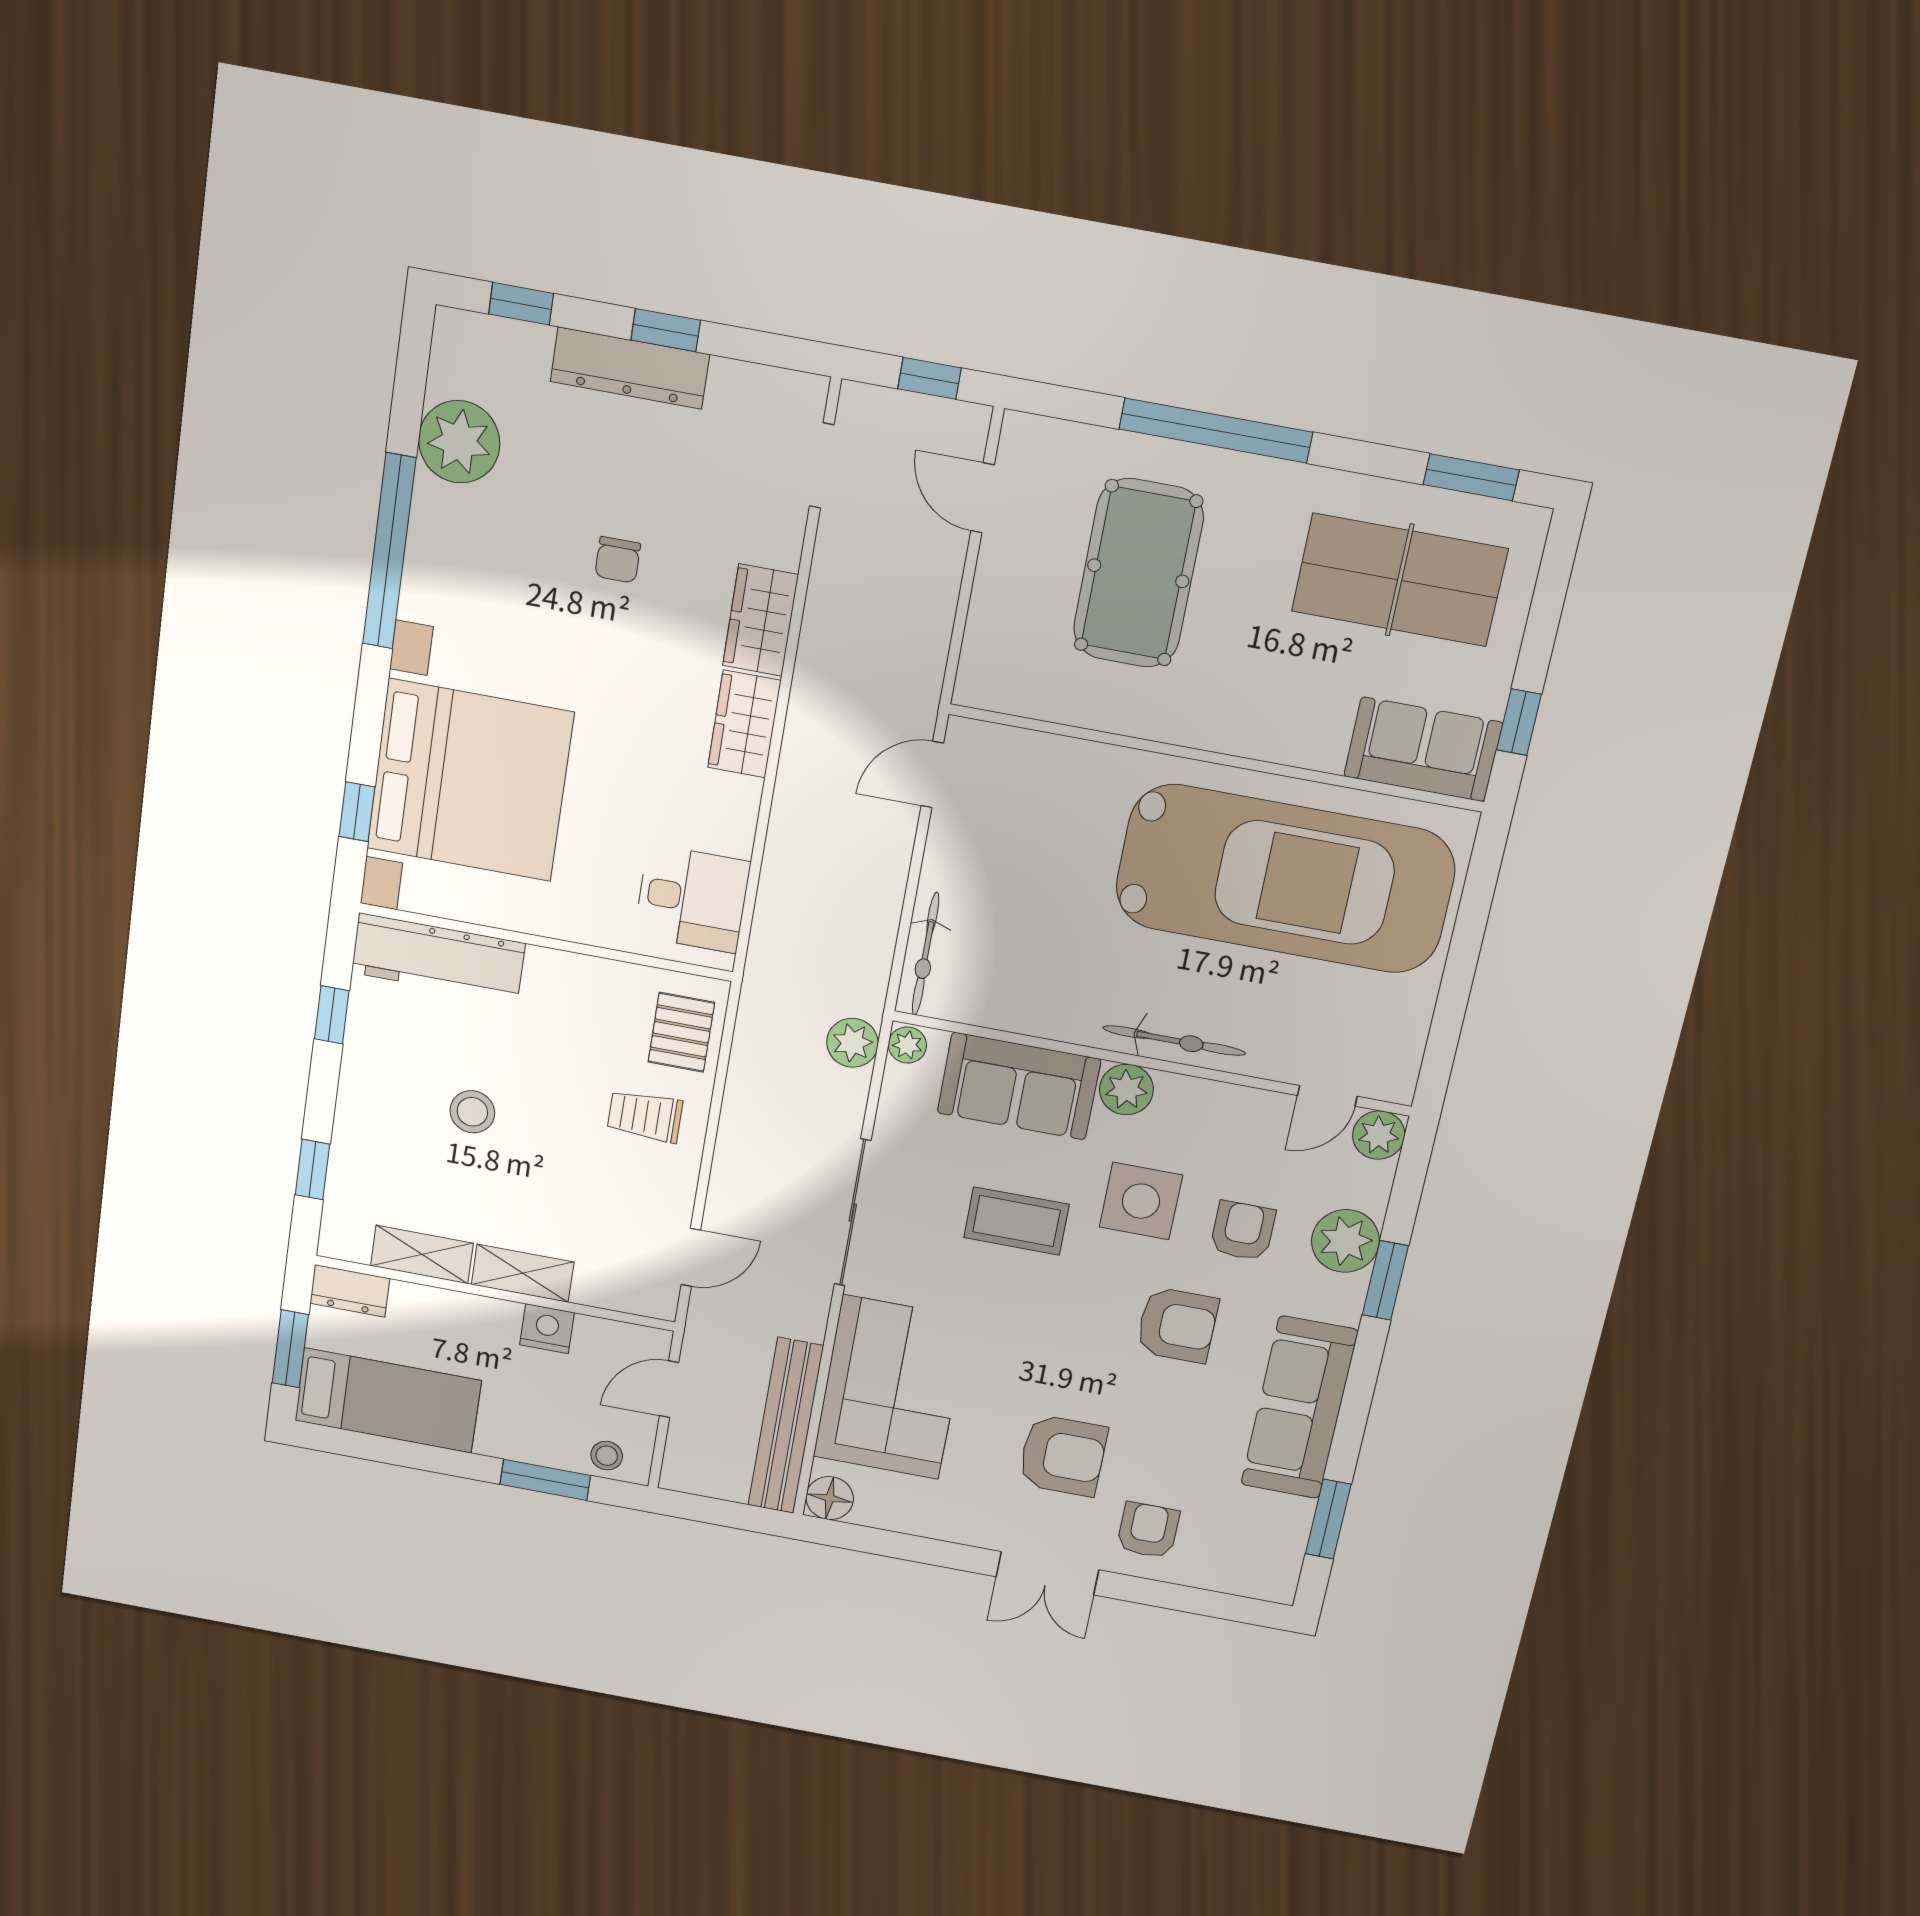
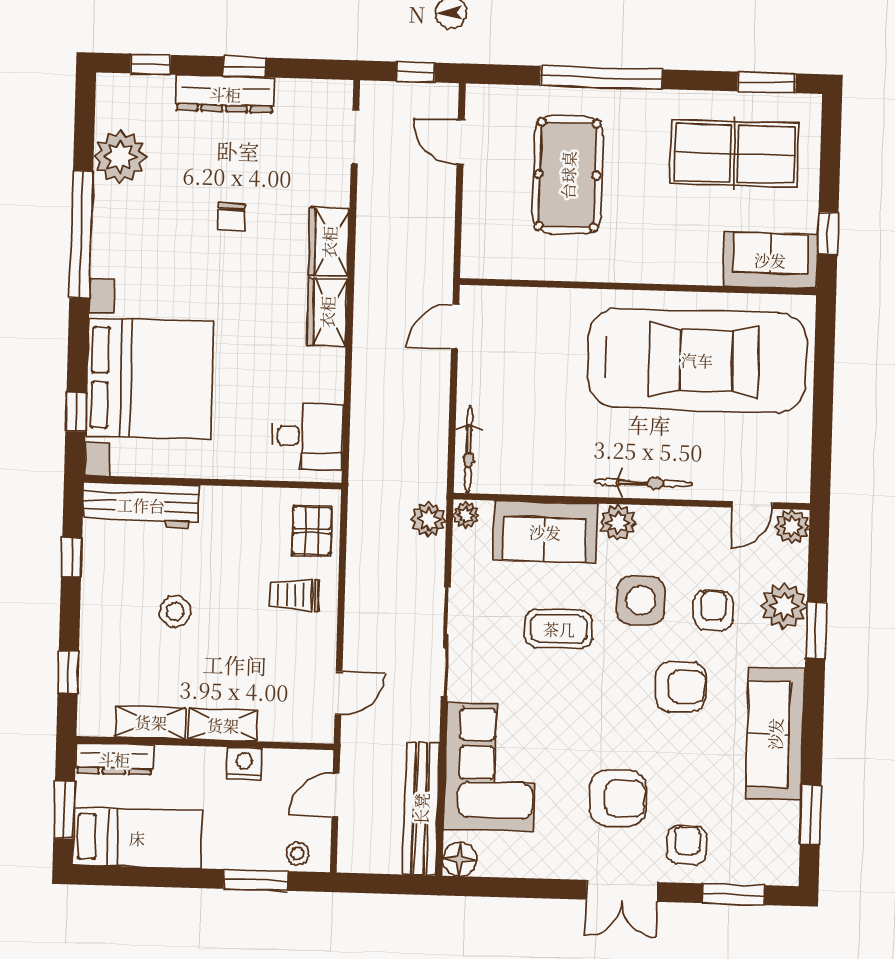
dresser: (350, 1291) -> (114, 759), width x1.44
window: (1201, 1602) -> (734, 894), added

